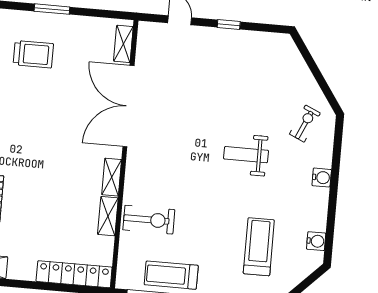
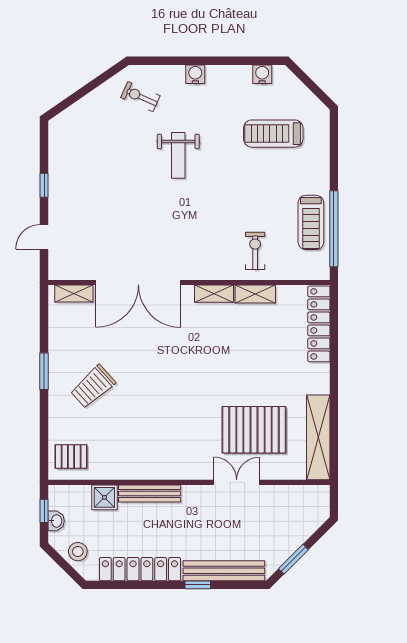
trolley: (33, 54) -> (93, 387), turned -132
exercise bike: (149, 220) -> (255, 251), width x0.73, depth x0.72

